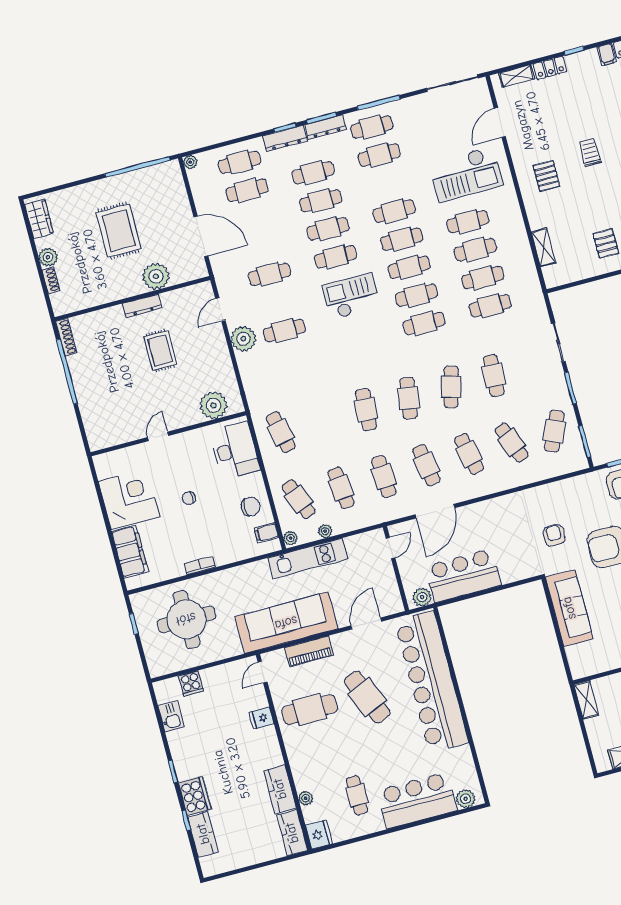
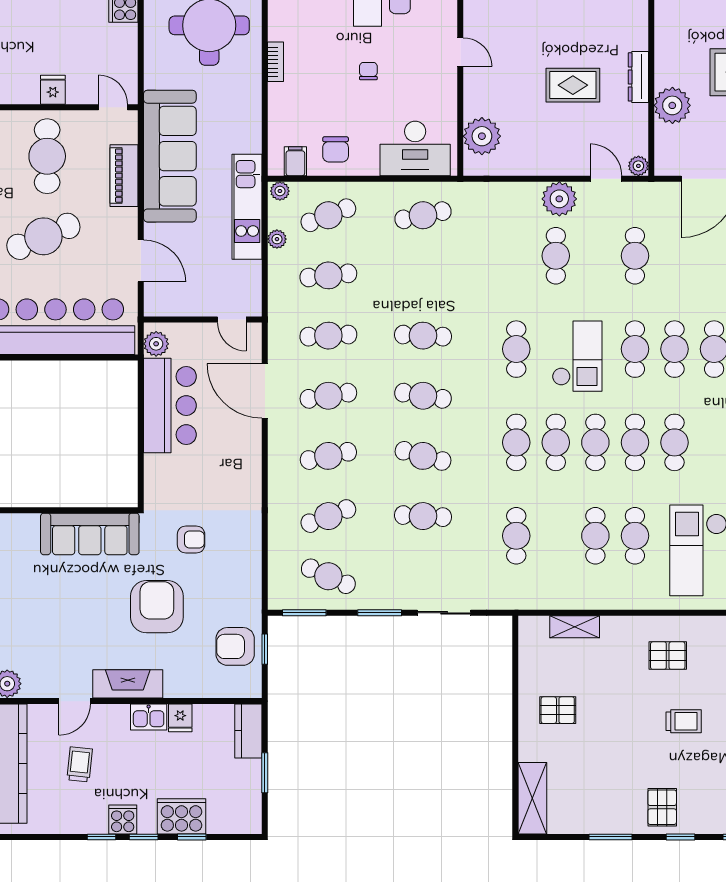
cafe table: (483, 278) -> (516, 349), moved
plant: (205, 289) -> (638, 166), added

